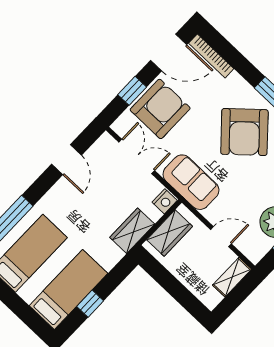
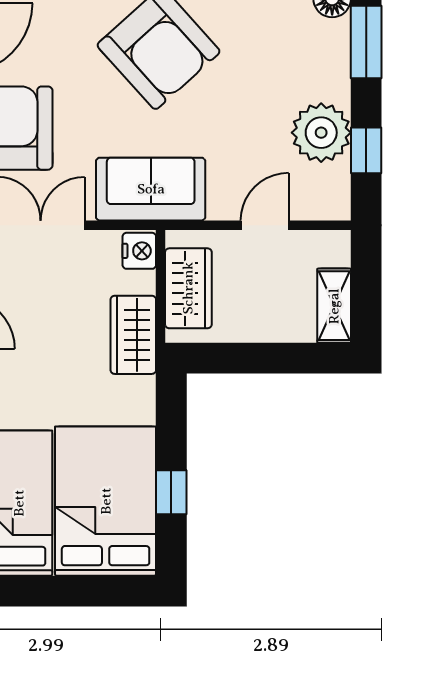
shelving: (232, 277) -> (334, 306), moved
bed: (68, 289) -> (106, 501), width x1.50

